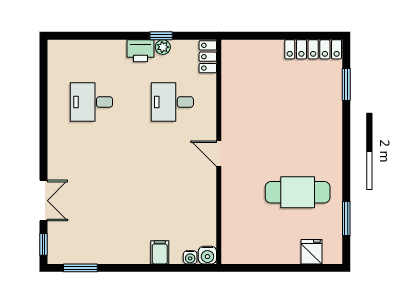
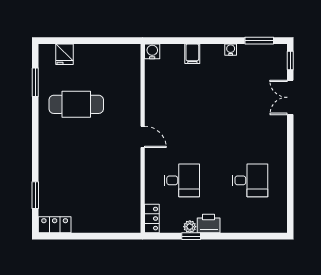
locker: (313, 49) -> (55, 225), width x0.66
water cooler: (190, 257) -> (231, 50), moved

